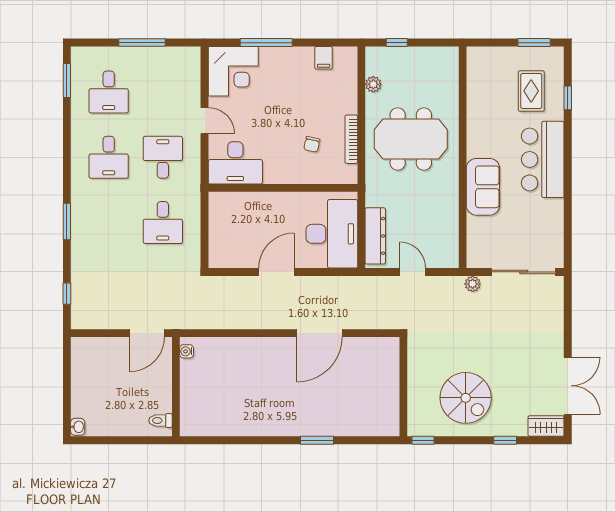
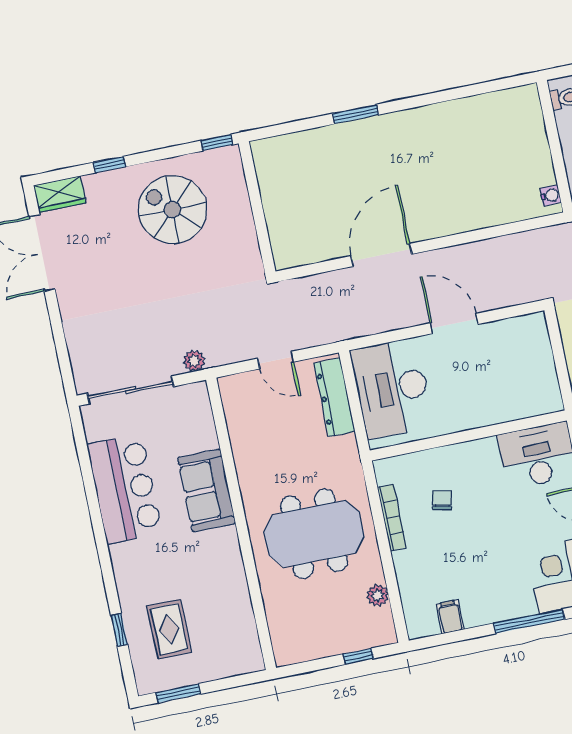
bar counter: (543, 159) -> (125, 489), moved
door: (276, 272) -> (454, 324), swing flipped

